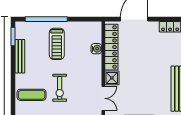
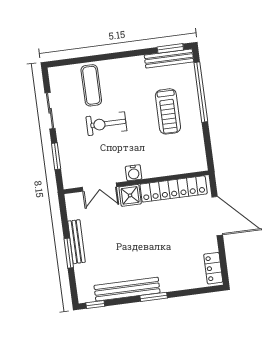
treadmill: (57, 44) -> (168, 111), turned -90
water cooler: (96, 49) -> (134, 173), moved
bench: (20, 56) -> (169, 59), moved

